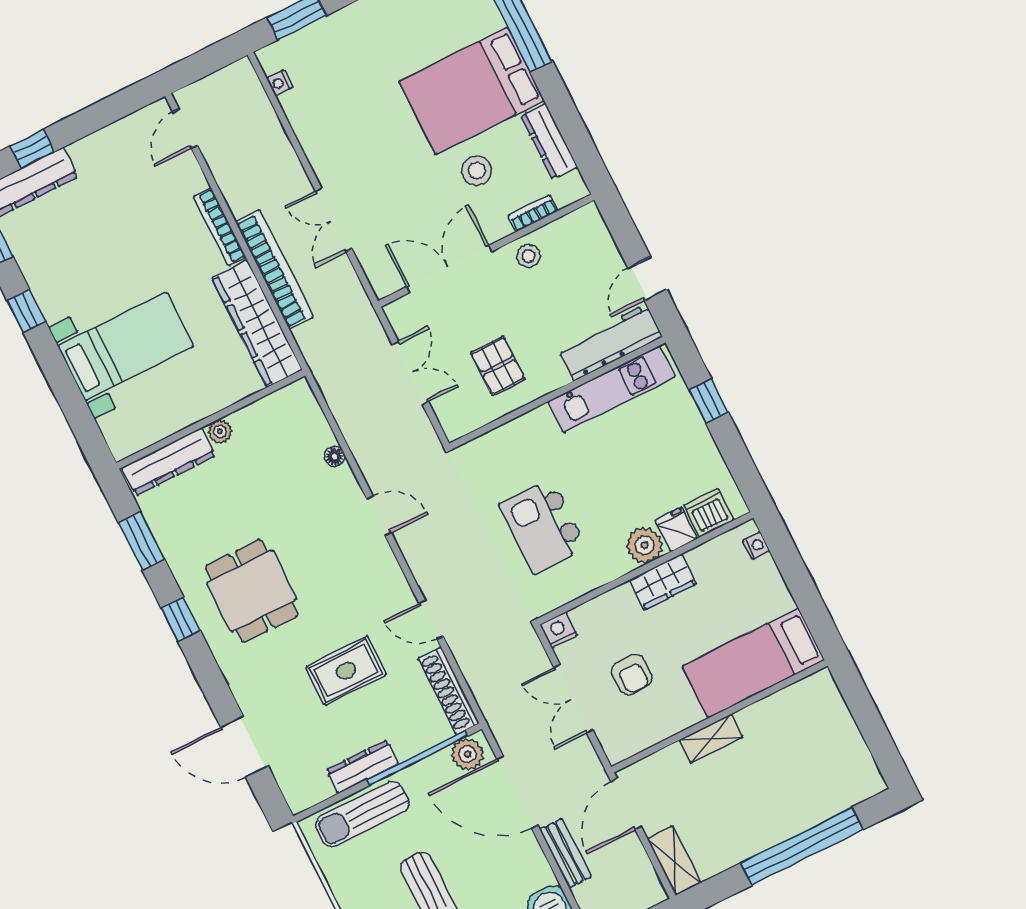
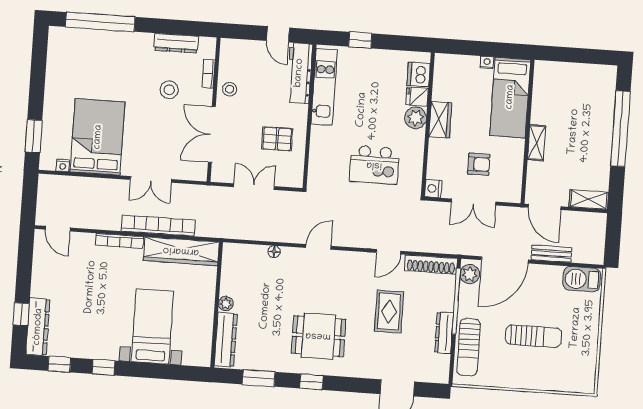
bed: (472, 91) -> (98, 137), moved, turned 180
nightstand: (756, 546) -> (487, 63), moved

